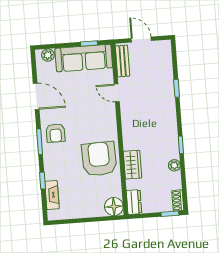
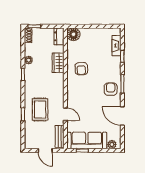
rug: (153, 97) -> (40, 109), added
armchair: (99, 159) -> (81, 69), width x0.53, depth x0.53

